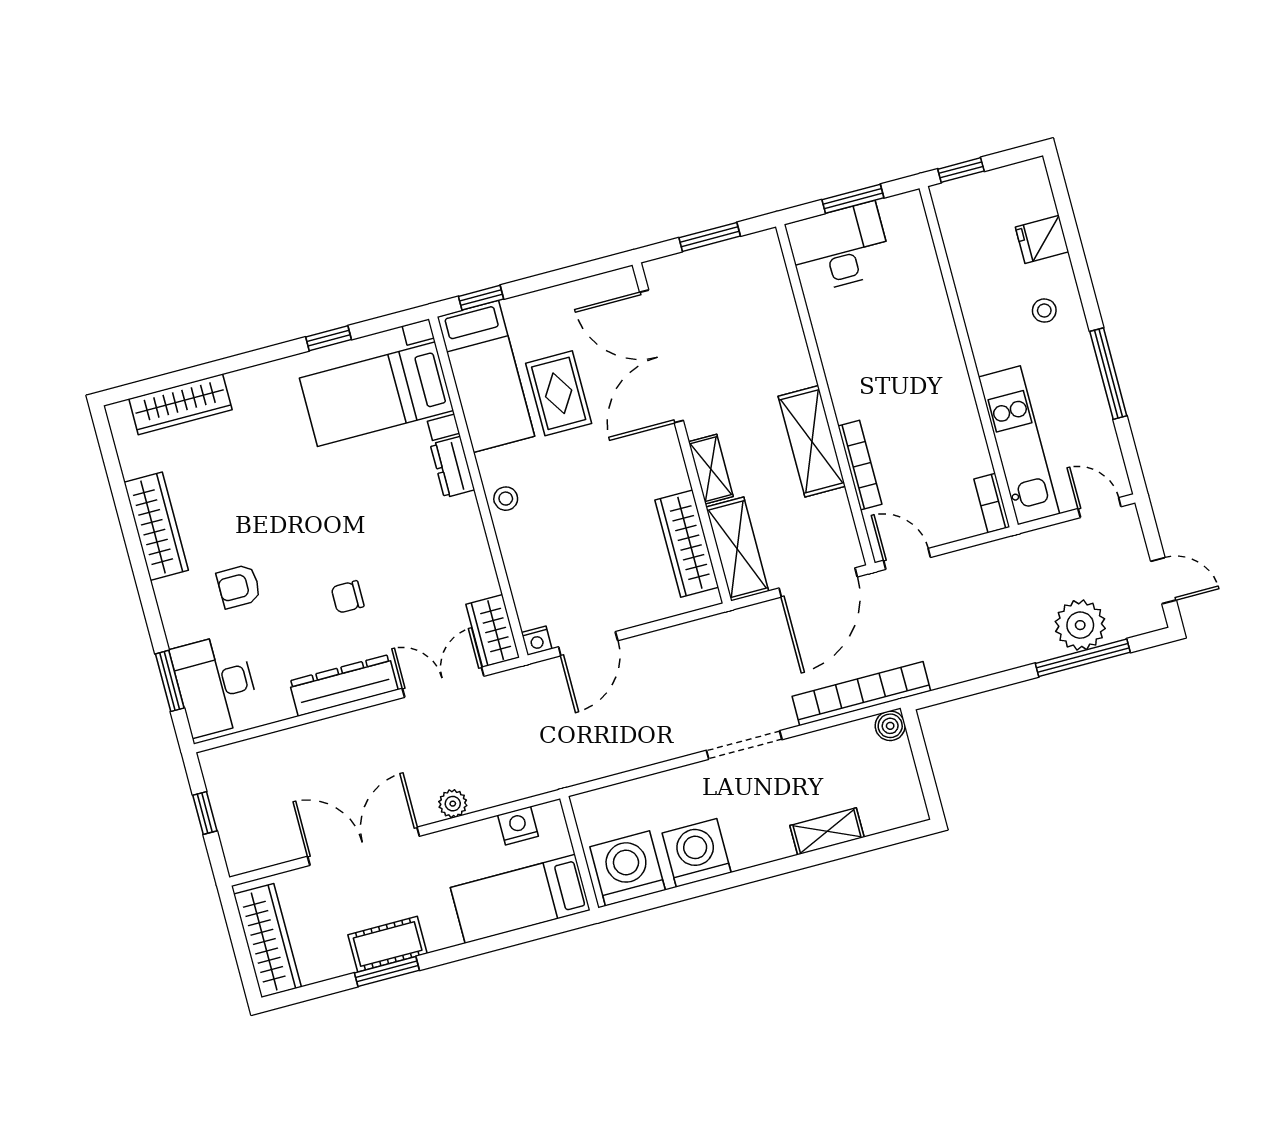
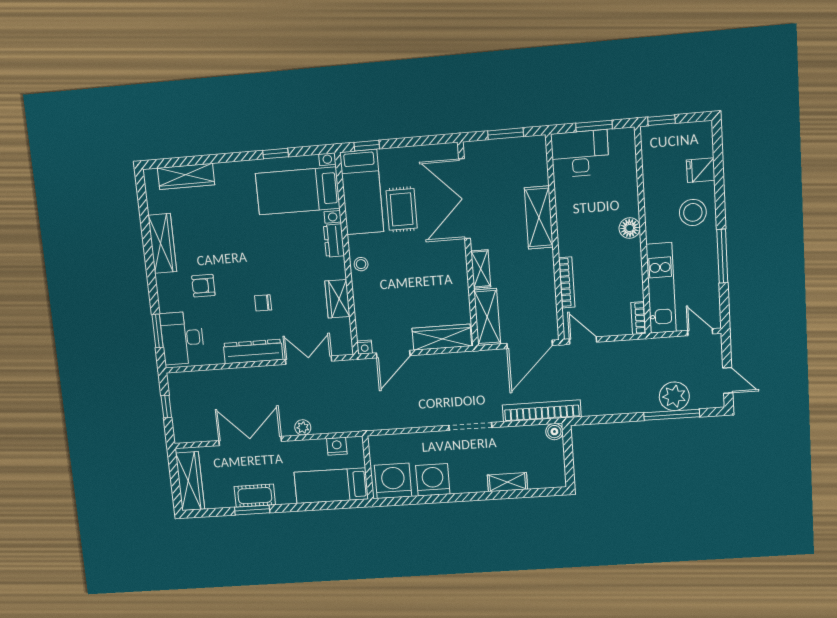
stool: (1044, 311) -> (693, 212), width x1.89, depth x1.89
floor lamp: (946, 355) -> (630, 228), added
shelving: (812, 441) -> (539, 218), moved
wardrobe: (687, 544) -> (442, 337), moved, turned 90
wardrobe: (493, 631) -> (337, 299), moved

